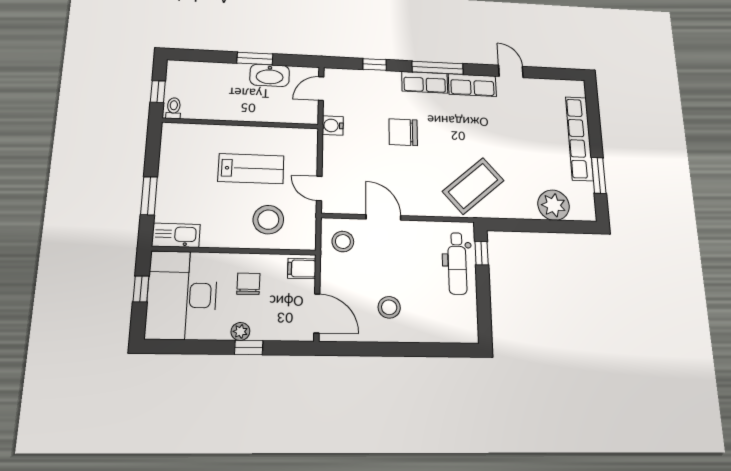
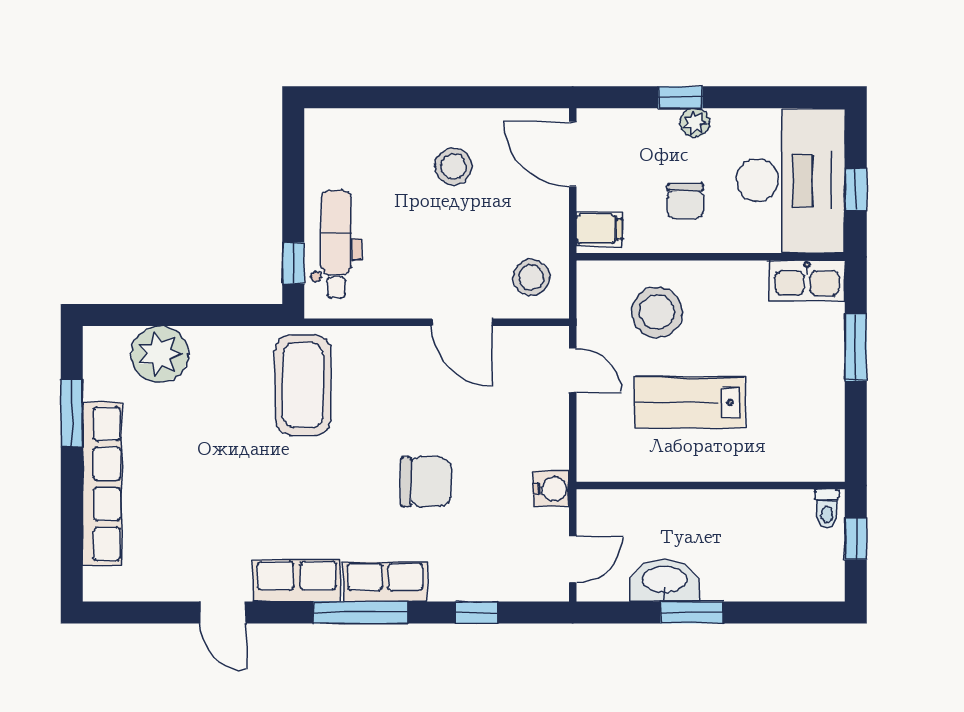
coffee table: (473, 186) -> (303, 385), turned -49

